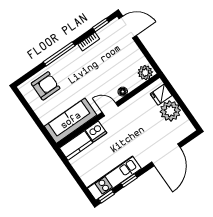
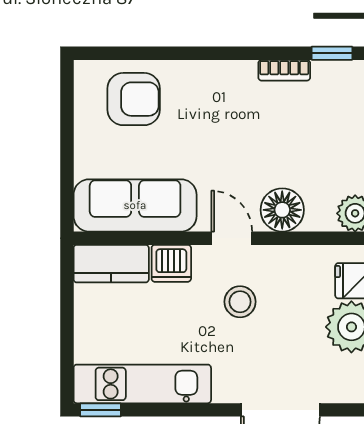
window: (59, 54) -> (207, 53), removed
floor lamp: (123, 92) -> (282, 210), width x1.89, depth x1.89
stool: (128, 128) -> (240, 302), added
window: (129, 180) -> (169, 410), removed

